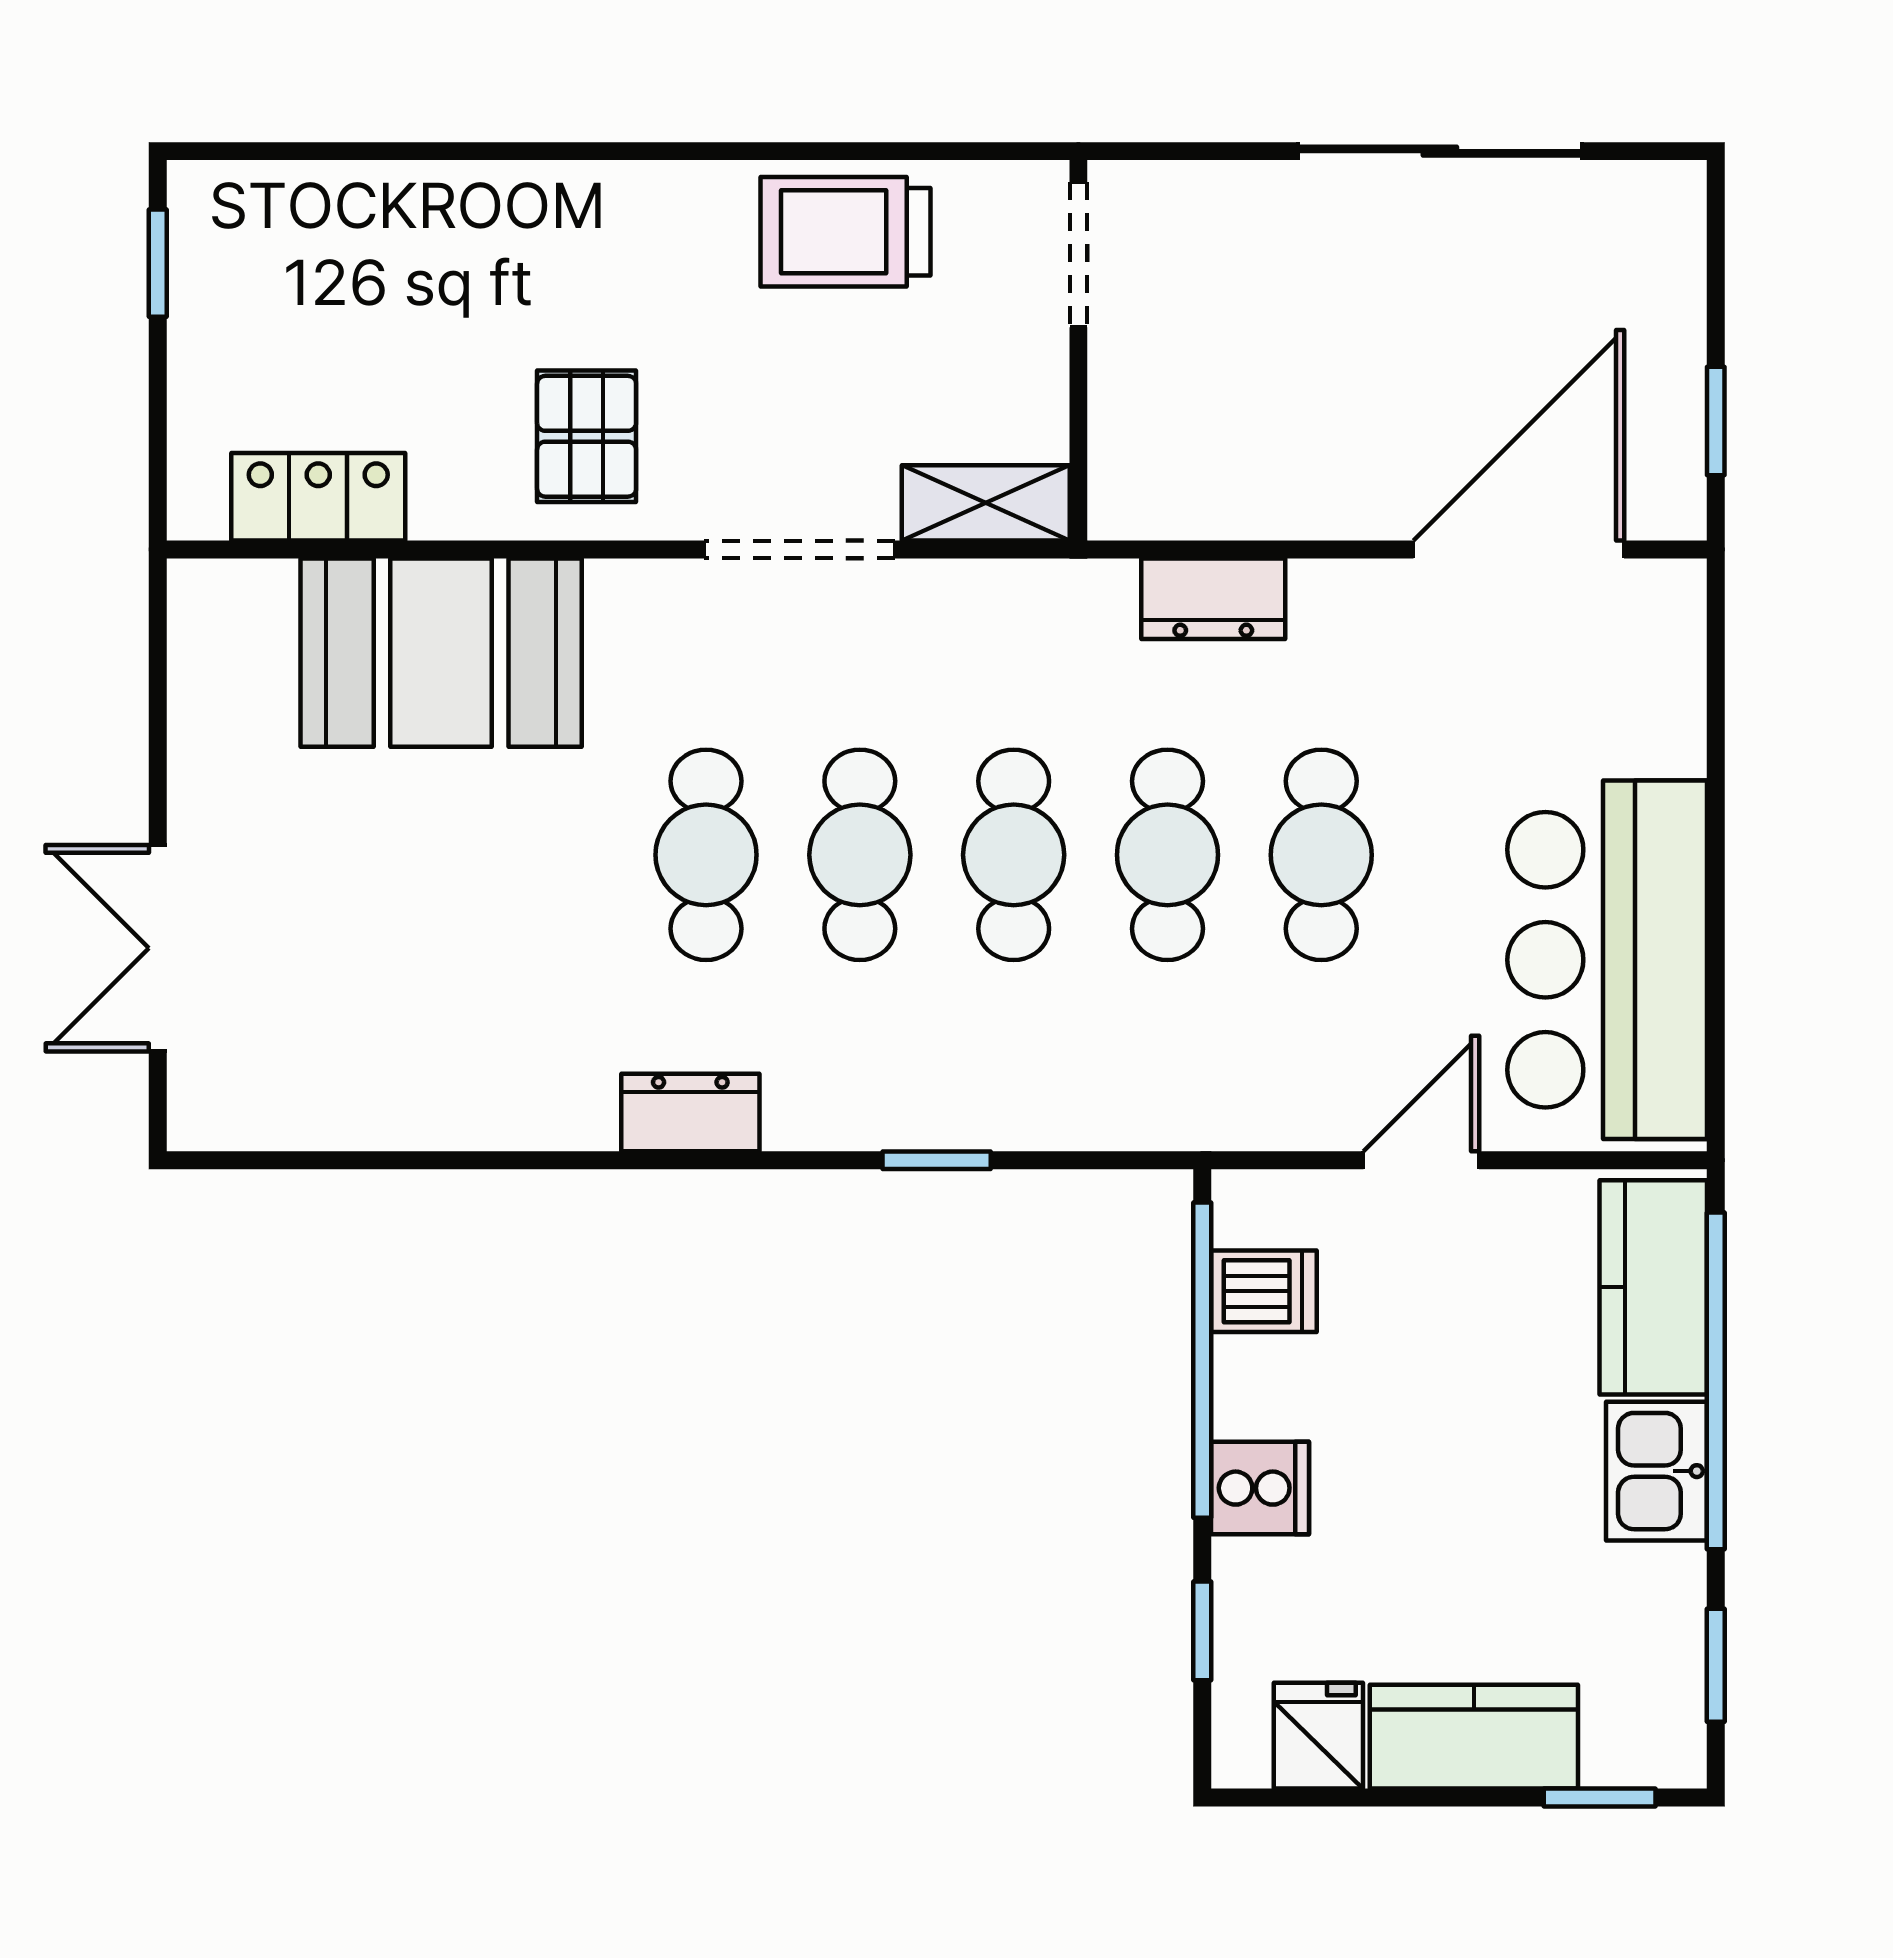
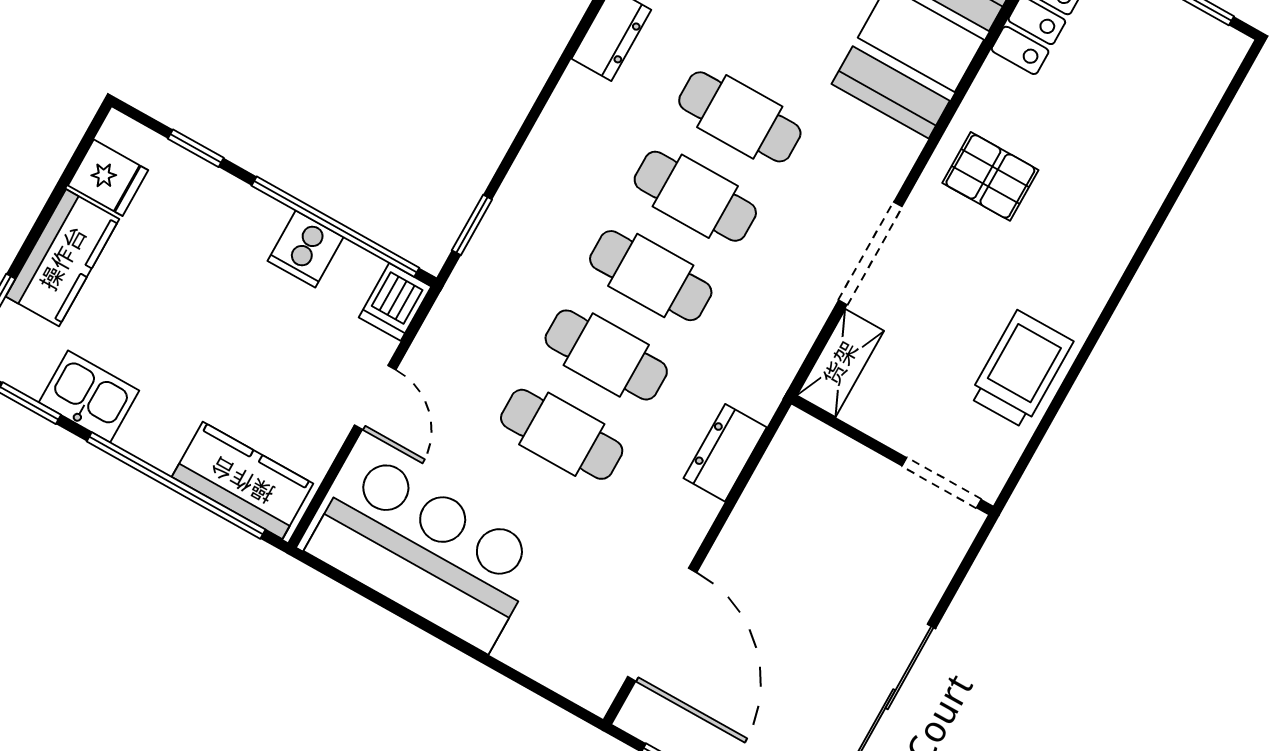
window: (937, 1160) -> (472, 225), moved
dishwasher: (1264, 1291) -> (395, 302), moved
kitchen sink: (1656, 1471) -> (89, 396), moved
cooker: (1260, 1488) -> (306, 249), moved

